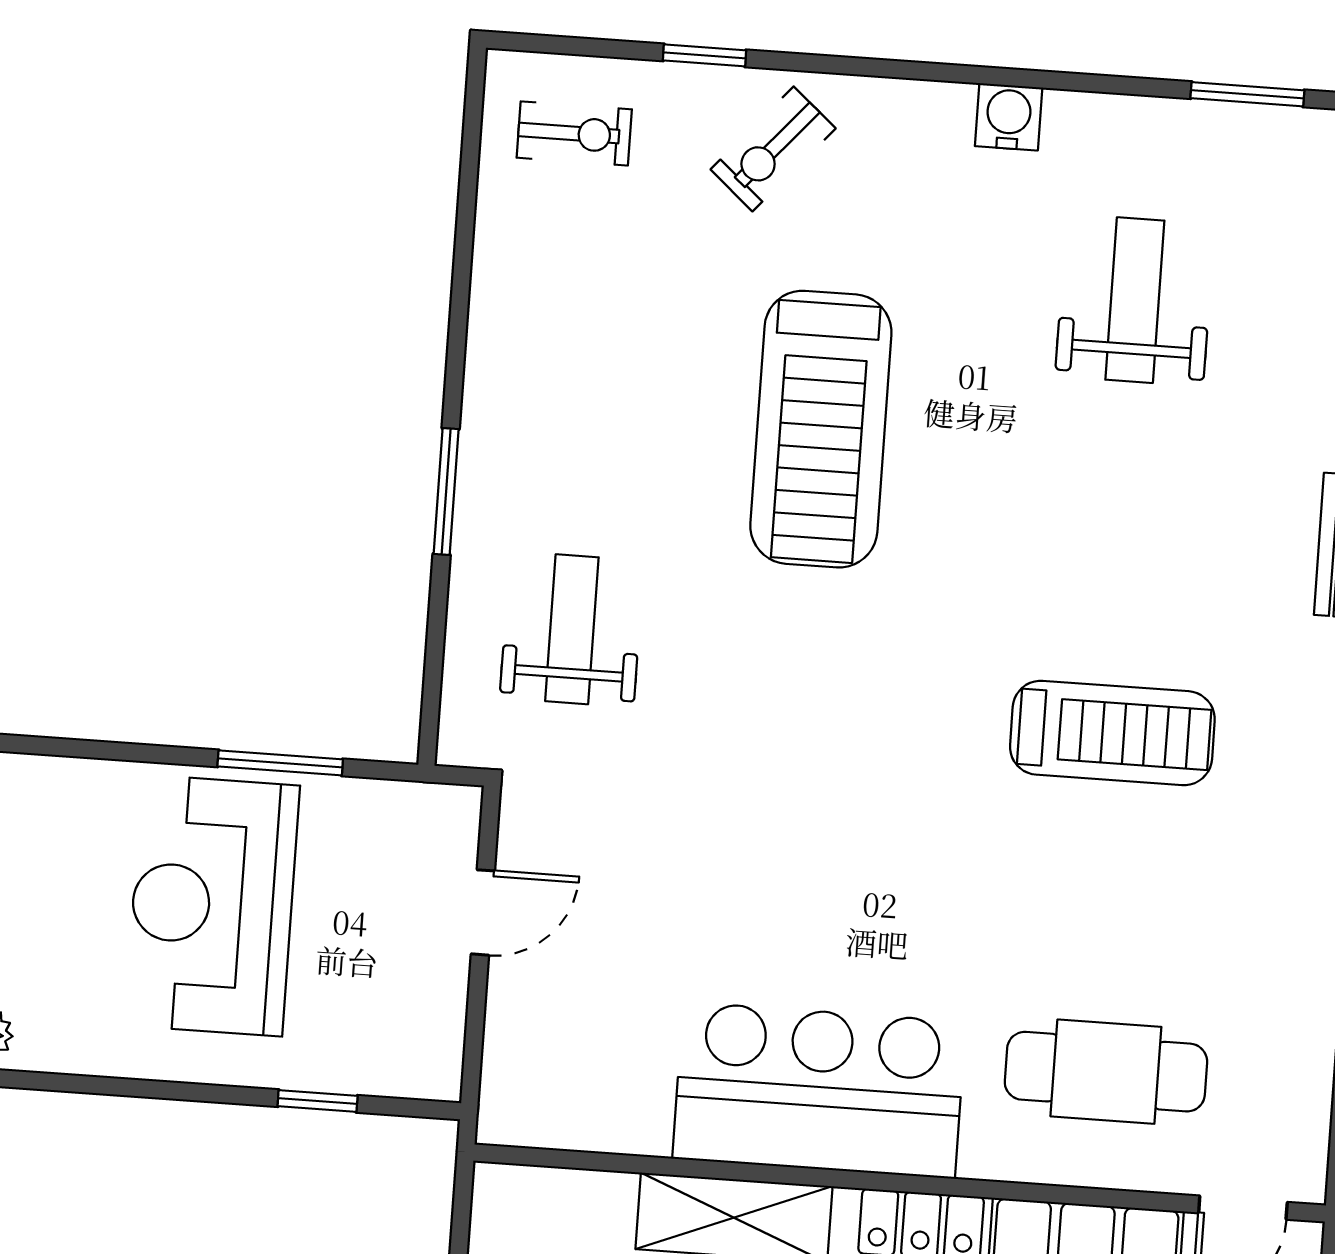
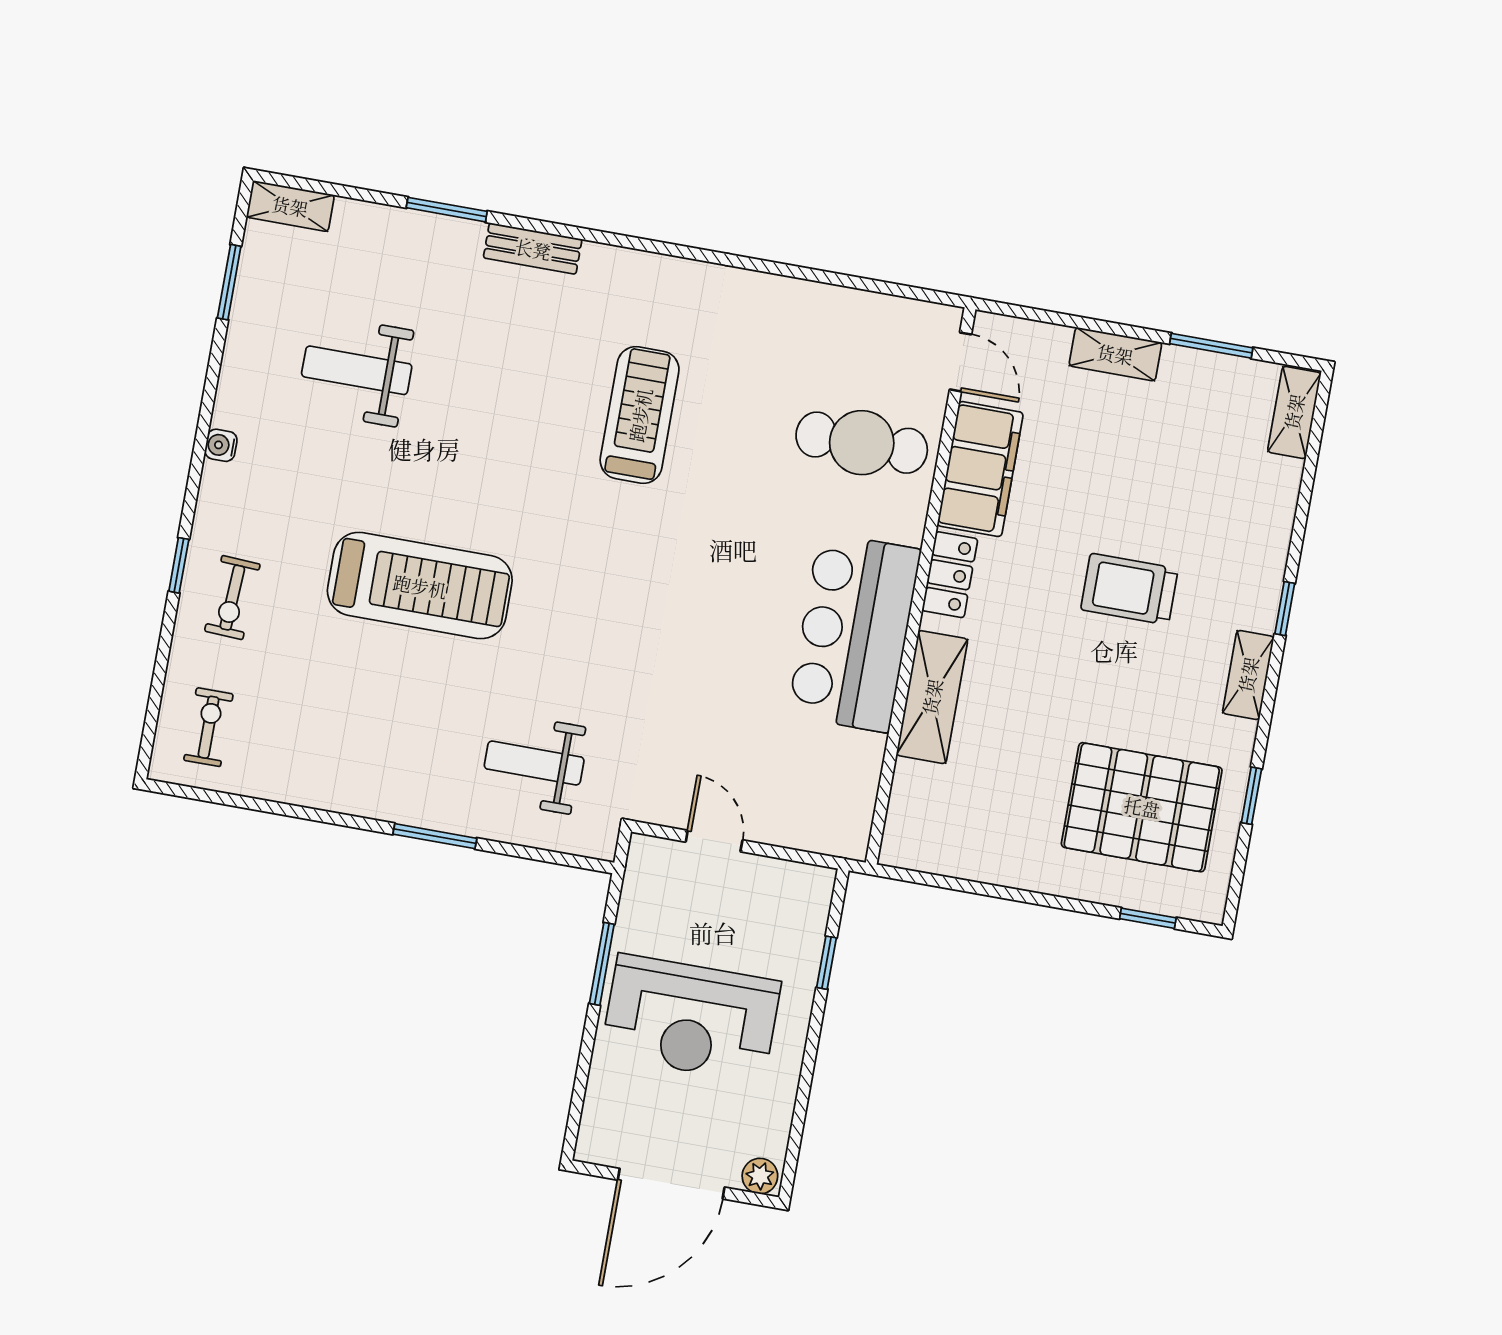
window: (704, 55) -> (179, 565), moved
water cooler: (1009, 117) -> (221, 445), width x0.72, depth x0.72
exercise bike: (773, 149) -> (232, 598), turned 52
cafe table: (1106, 1072) -> (862, 443), turned 90

